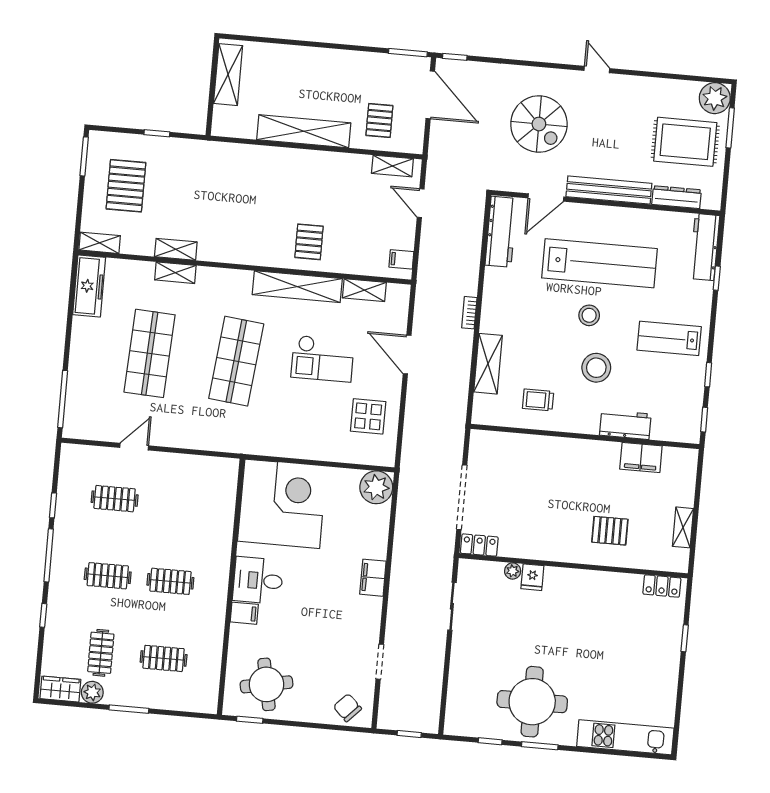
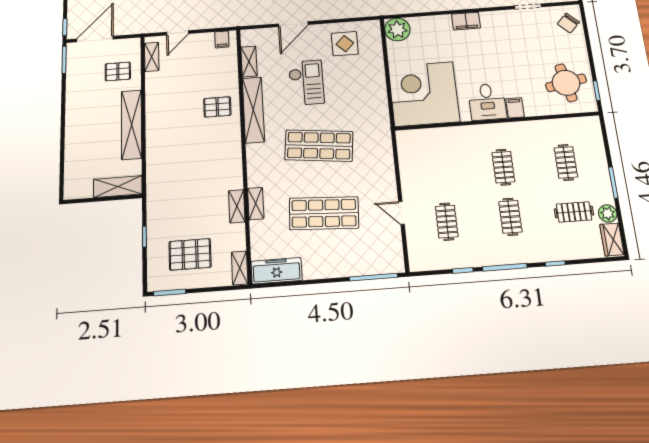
shelving: (228, 75) -> (118, 187), moved

